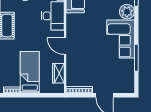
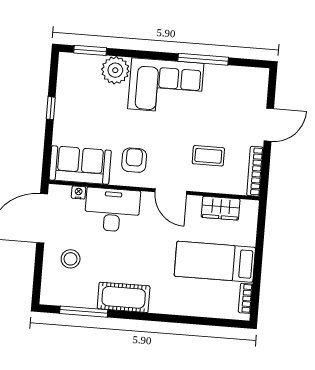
armchair: (80, 25) -> (134, 160), added
door: (65, 46) -> (171, 191), hinge flipped
coffee table: (85, 64) -> (208, 156), added

